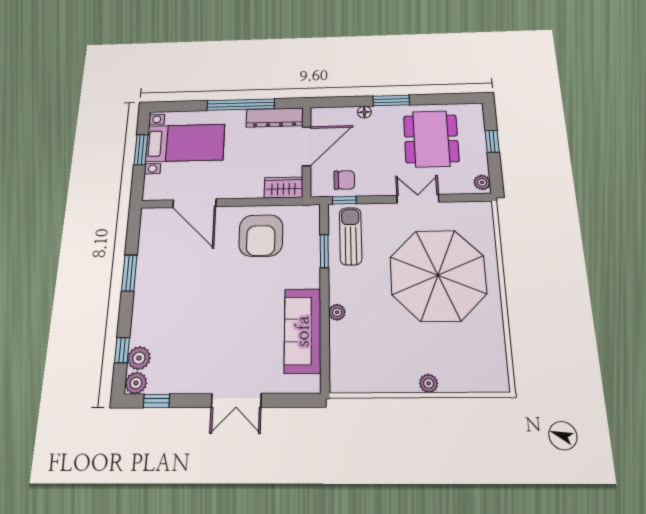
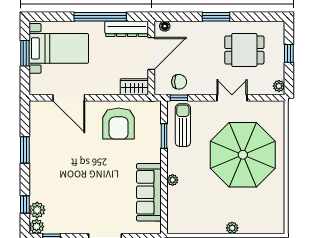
floor lamp: (364, 112) -> (165, 26), moved
dining table: (431, 139) -> (244, 50), width x0.73

